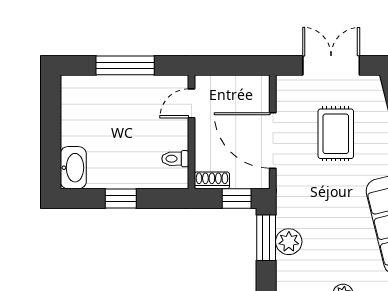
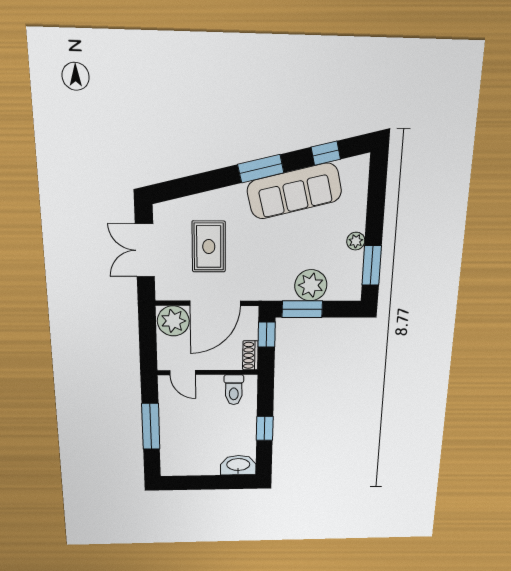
plant: (253, 94) -> (173, 321), added
rug: (336, 134) -> (209, 247), turned 90
toilet: (175, 159) -> (234, 390), width x1.37, depth x1.39
plant: (289, 242) -> (311, 285), width x1.36, depth x1.36

